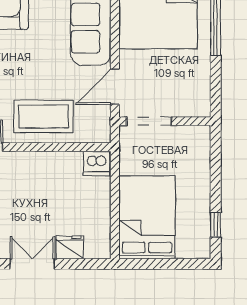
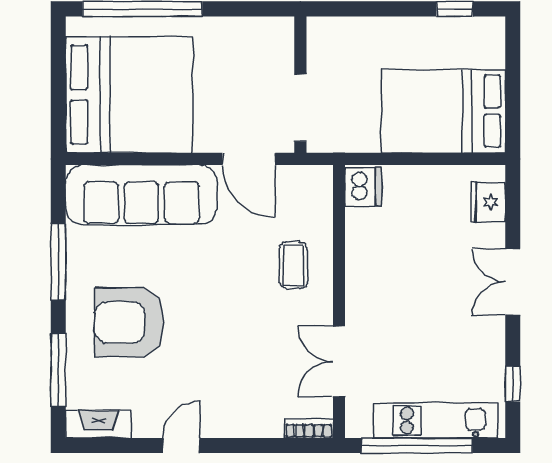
coffee table: (44, 116) -> (293, 265), width x0.54, depth x0.58
fridge: (70, 247) -> (488, 202), moved

